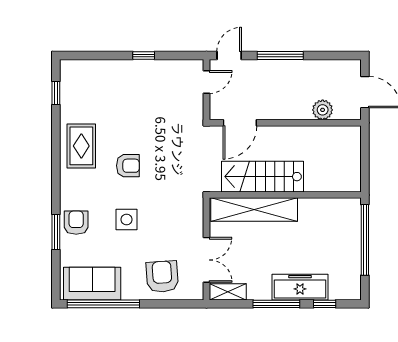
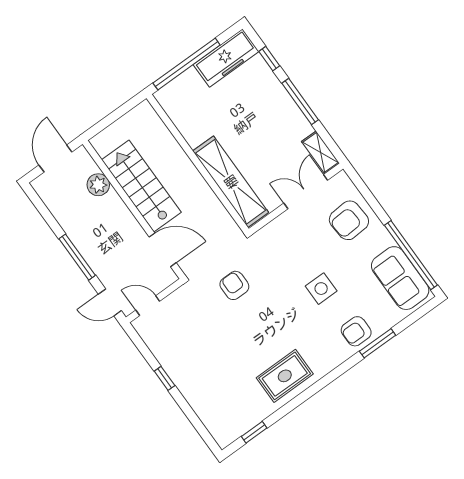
armchair: (128, 166) -> (234, 285), moved
stairs: (263, 177) -> (141, 186), moved, turned 180
freezer: (300, 287) -> (226, 58), moved, turned -90

